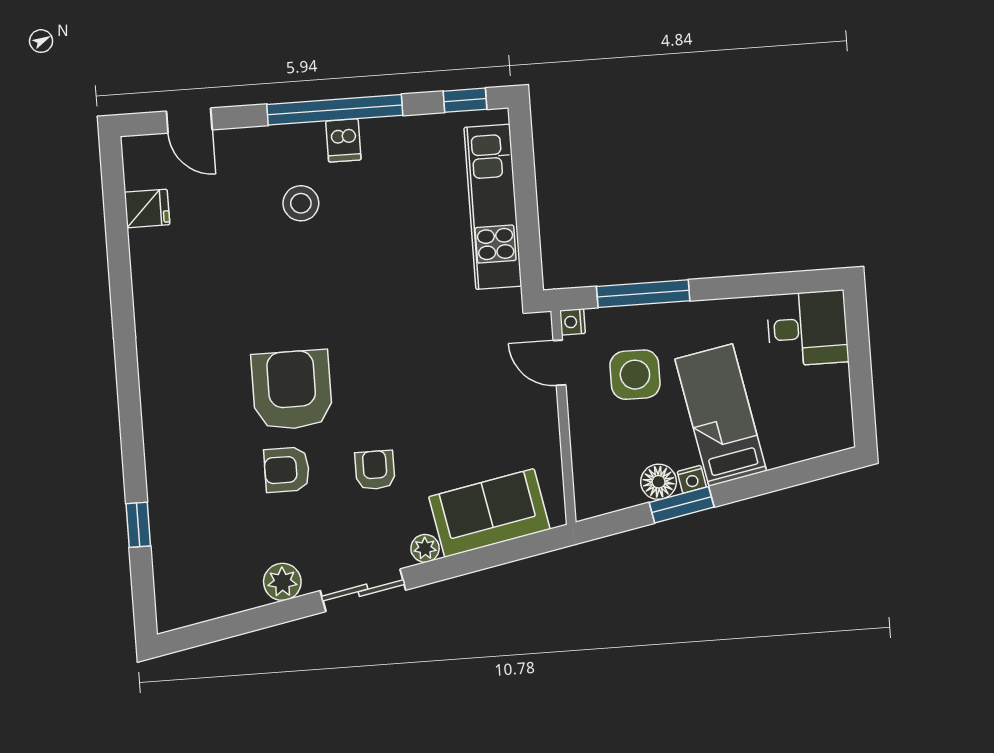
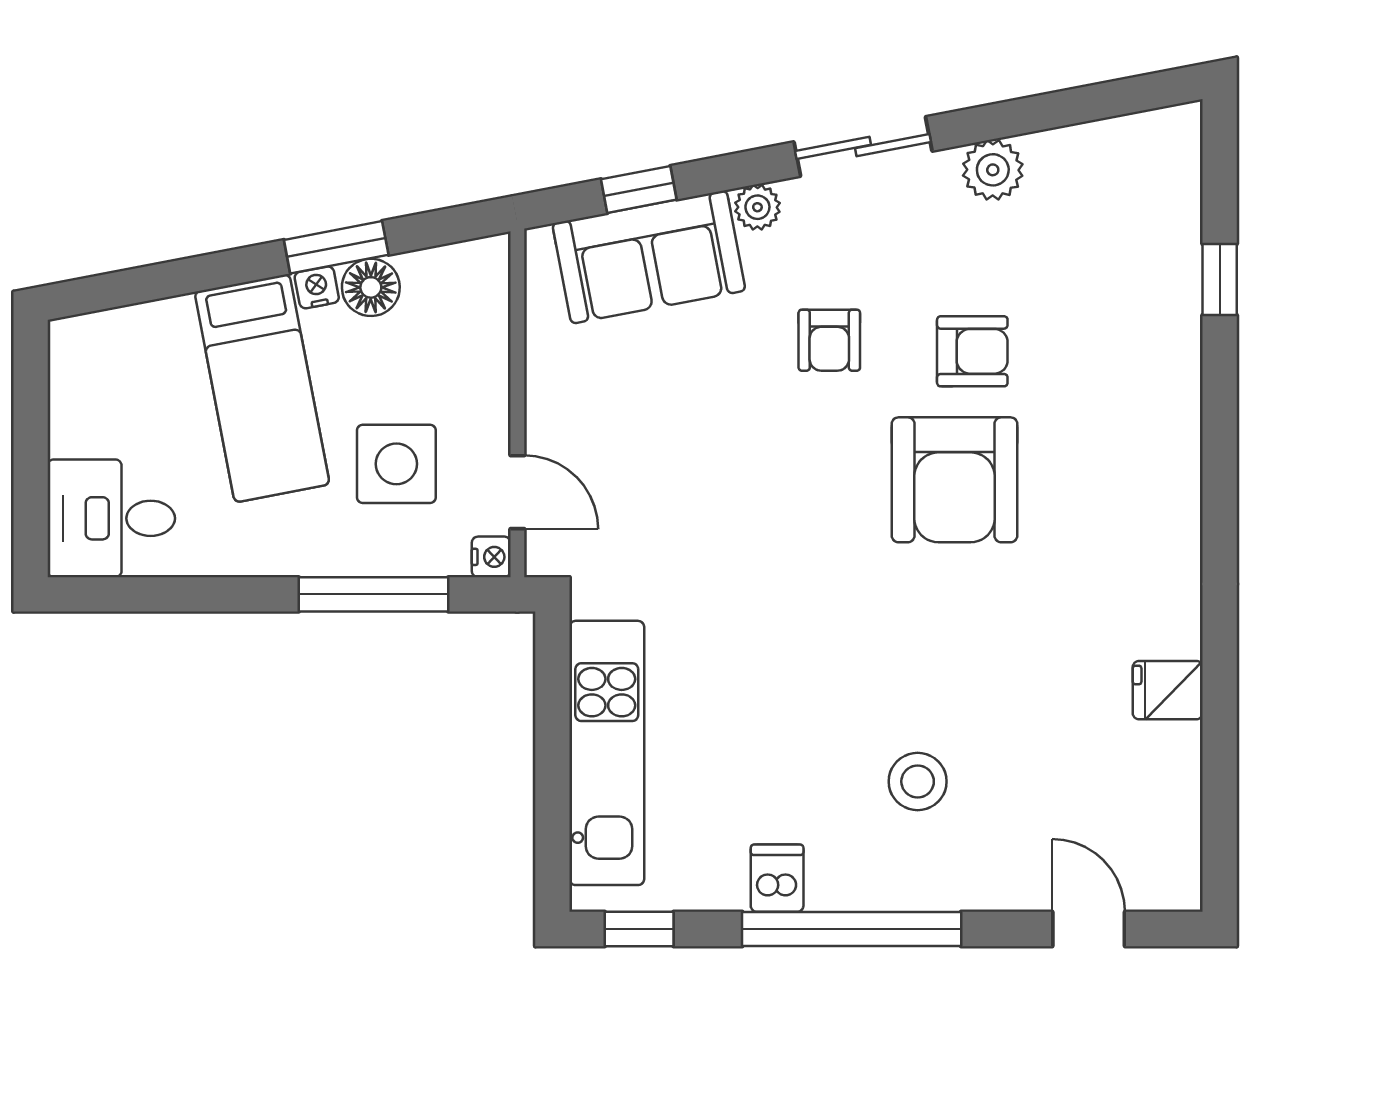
dishwasher: (343, 140) -> (777, 878), moved
fridge: (147, 208) -> (1168, 690), moved
window: (499, 554) -> (639, 189), added

